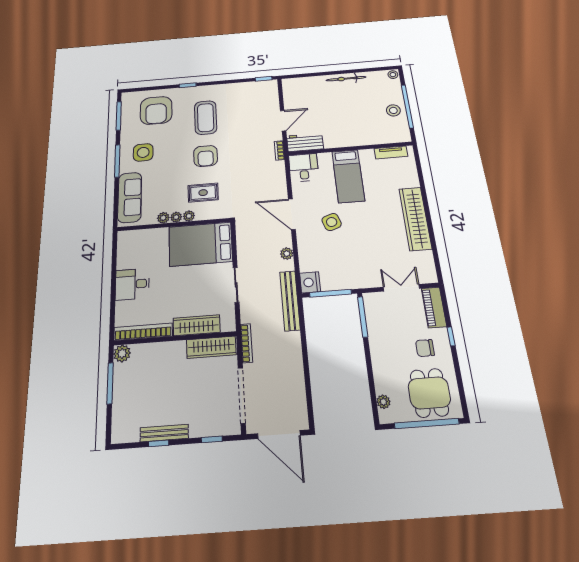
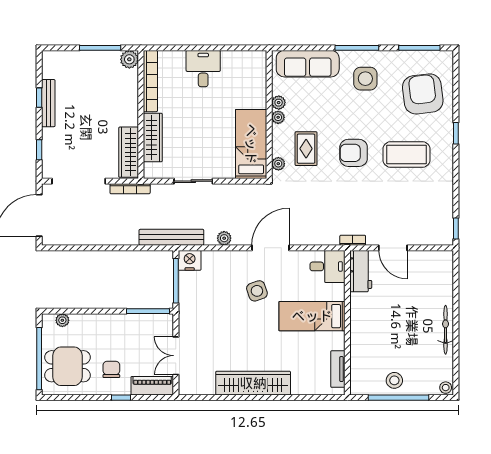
armchair: (156, 110) -> (423, 94), turned 83
plant: (189, 216) -> (278, 164), moved
bed: (200, 244) -> (251, 144), width x0.67
double door: (401, 288) -> (176, 356), swing flipped

